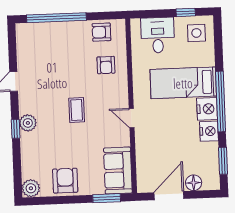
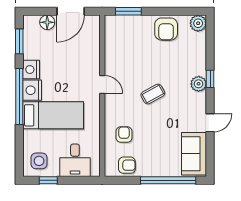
coffee table: (77, 110) -> (153, 94), turned 61
sofa: (118, 171) -> (194, 154), moved, turned 180

